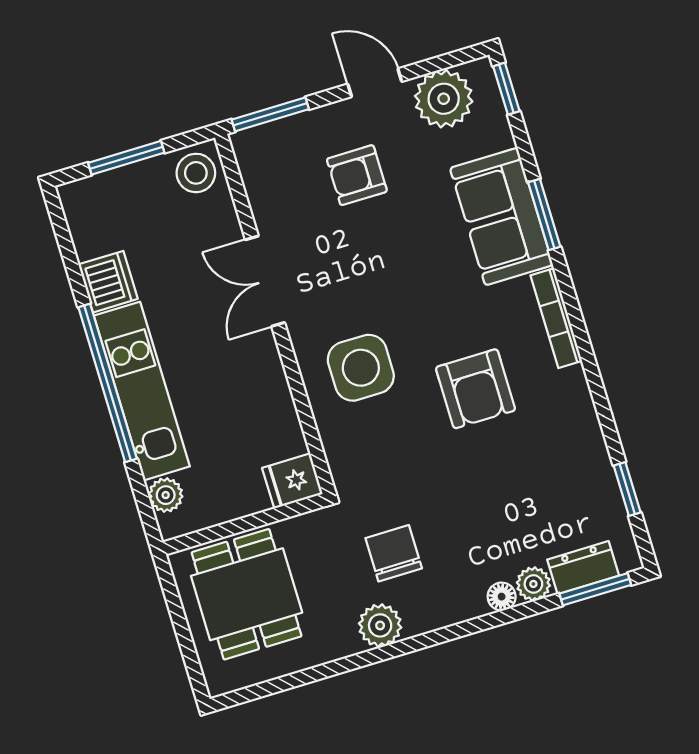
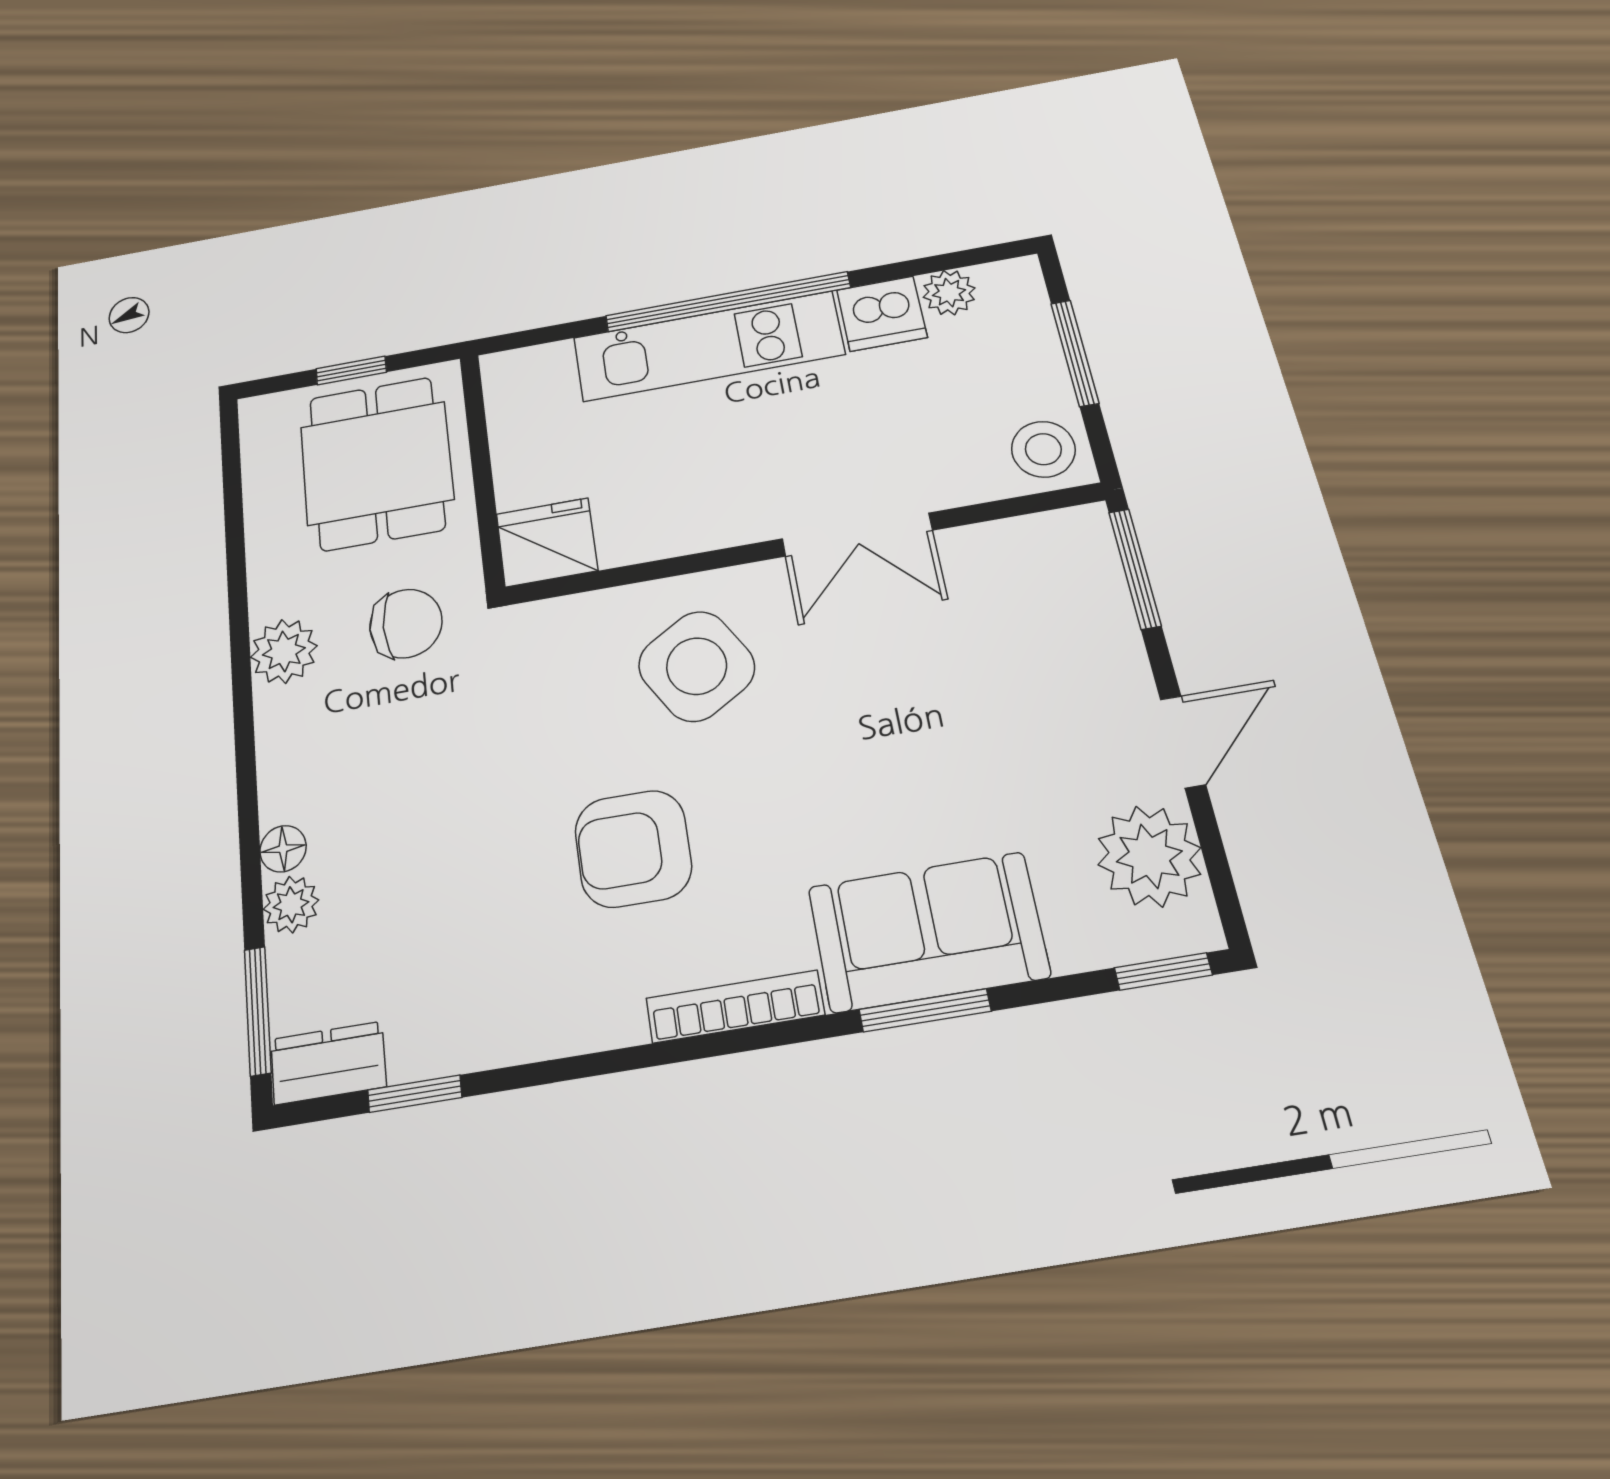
armchair: (357, 175) -> (1022, 695), removed
double door: (265, 281) -> (857, 535), swing flipped
side table: (361, 368) -> (697, 666), turned -31
fridge: (292, 481) -> (547, 542), width x1.38
plant: (166, 495) -> (949, 293), moved
chair: (394, 553) -> (406, 624), moved
dresser: (583, 568) -> (328, 1063), moved, turned -90
dining table: (247, 594) -> (377, 463), turned 90
window: (181, 626) -> (351, 370), added

